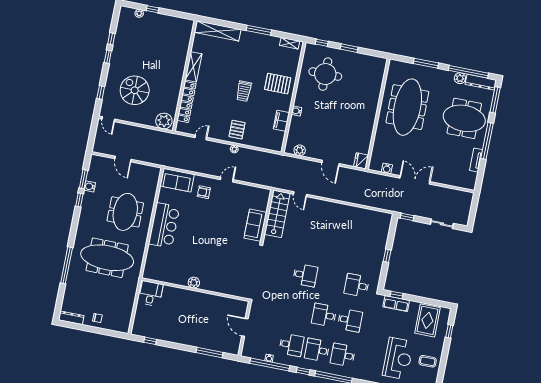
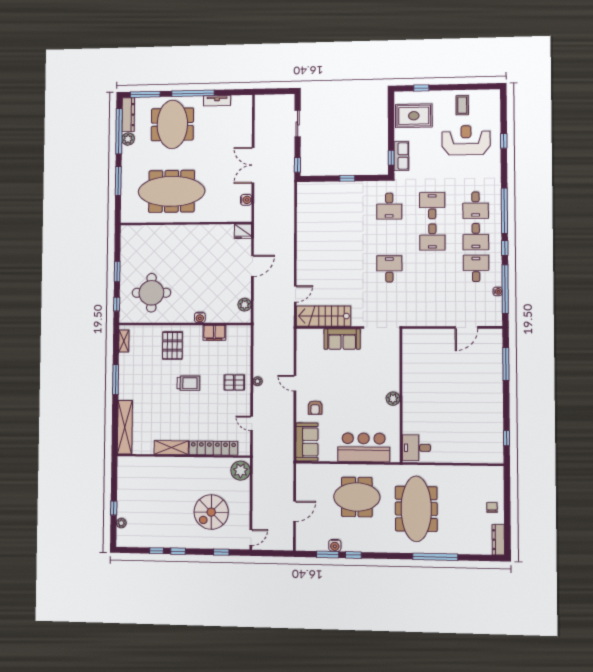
plant: (194, 283) -> (393, 399), moved
wall: (195, 290) -> (401, 395), moved
desk: (151, 293) -> (416, 448), moved

